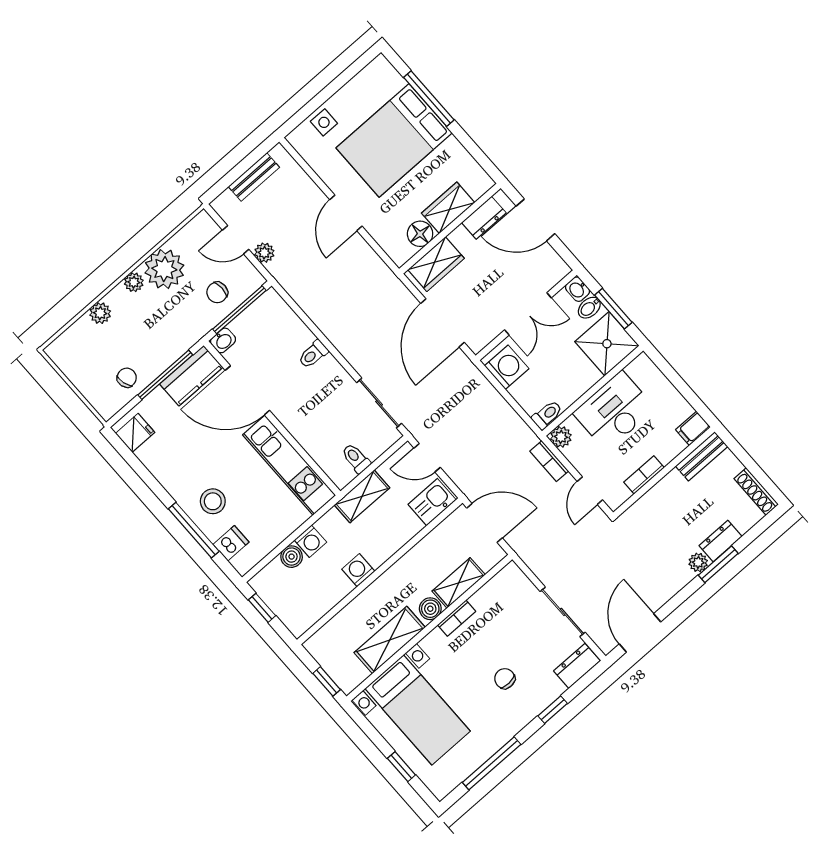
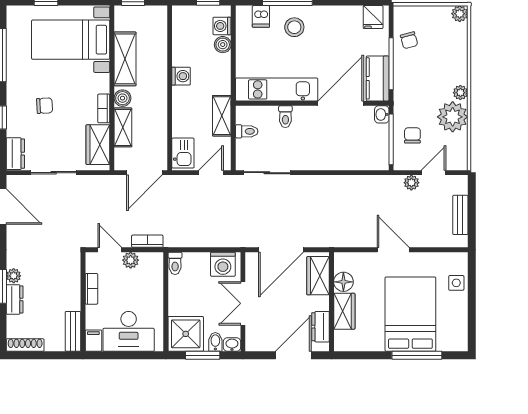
plant: (100, 313) -> (460, 14), moved
door: (442, 323) -> (281, 250), swing flipped
toilet: (313, 354) -> (285, 117), moved, turned 180
desk: (614, 411) -> (129, 331), moved, turned 90
plant: (561, 437) -> (131, 260), moved
washing machine: (310, 541) -> (222, 26), moved
wardrobe: (497, 593) -> (98, 145), added

